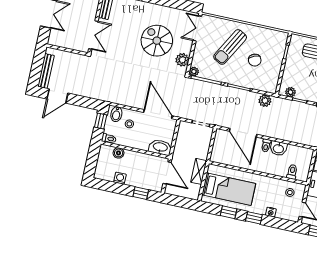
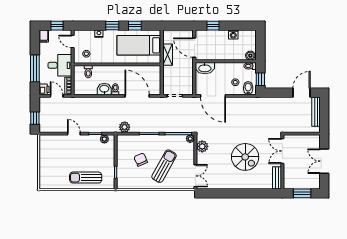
spiral stairs: (157, 41) -> (245, 157), moved
boiler: (119, 153) -> (250, 56), moved

